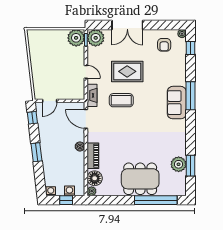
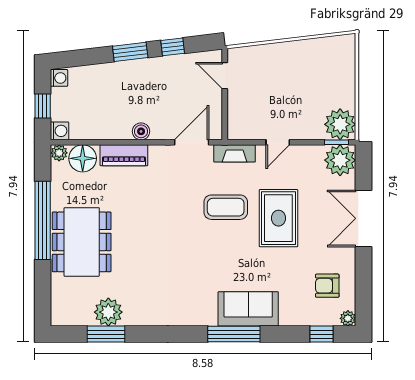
coffee table: (121, 100) -> (226, 207), turned 90
sofa: (177, 103) -> (248, 309), moved
window: (32, 118) -> (173, 47), moved
washing machine: (69, 191) -> (60, 131), moved
window: (156, 200) -> (43, 220), moved

